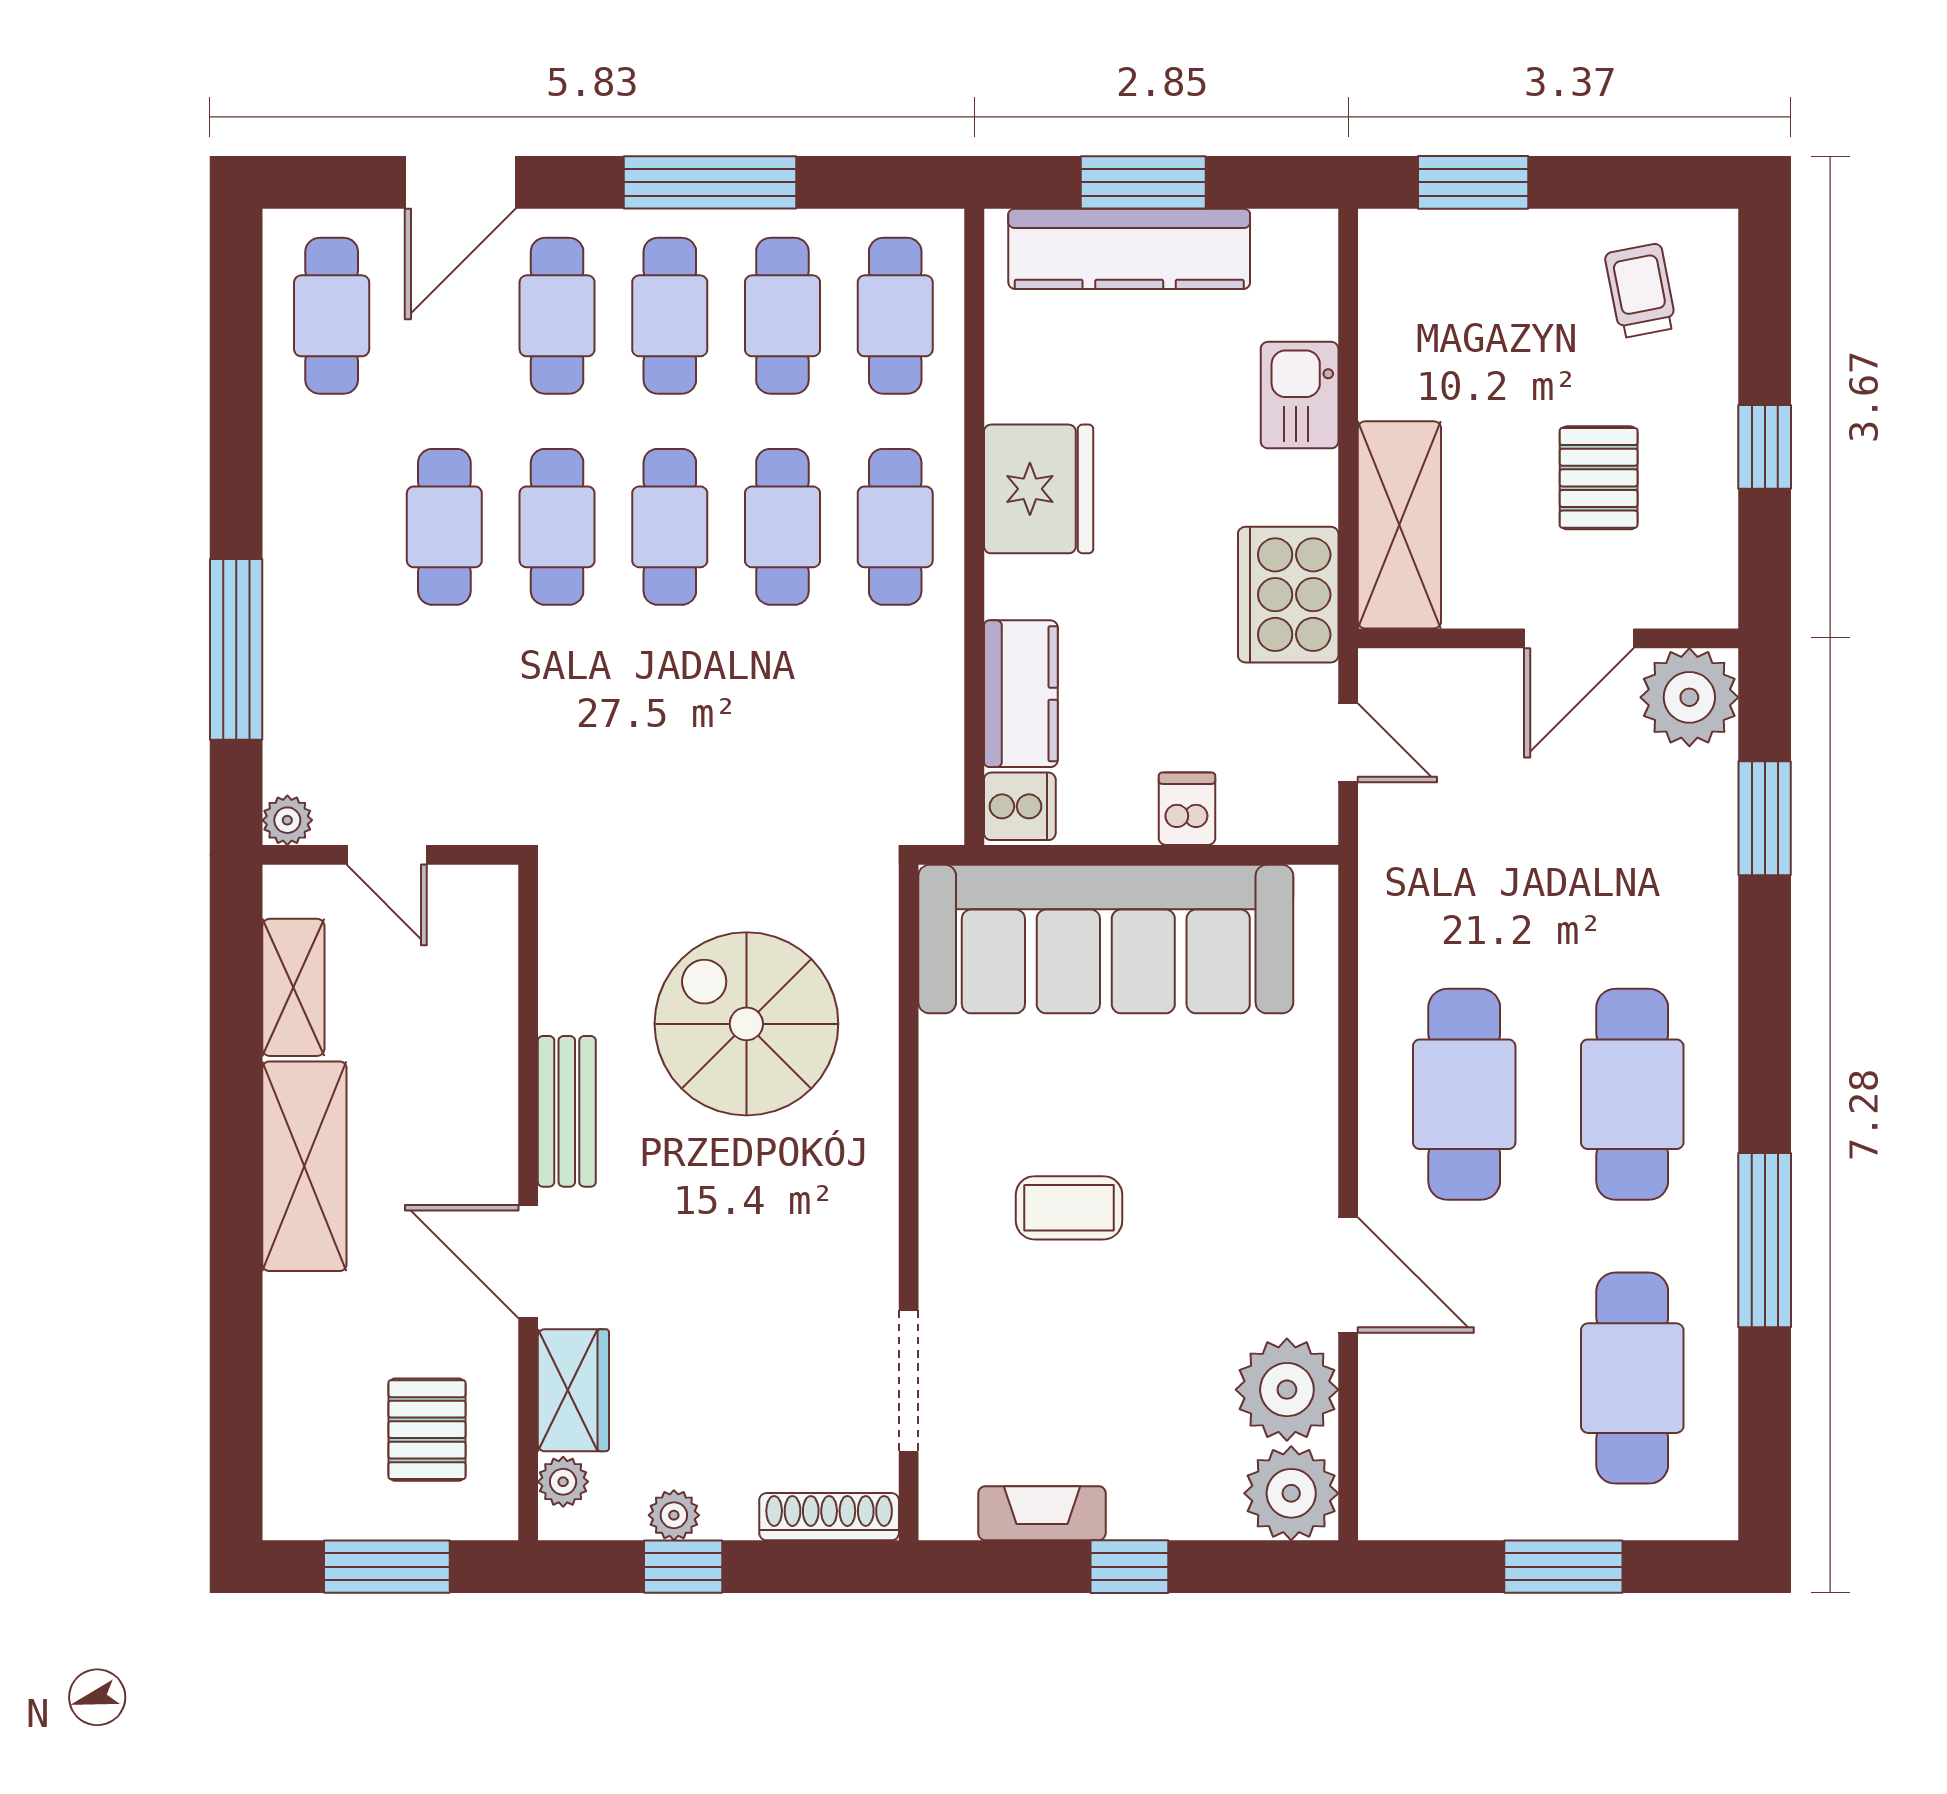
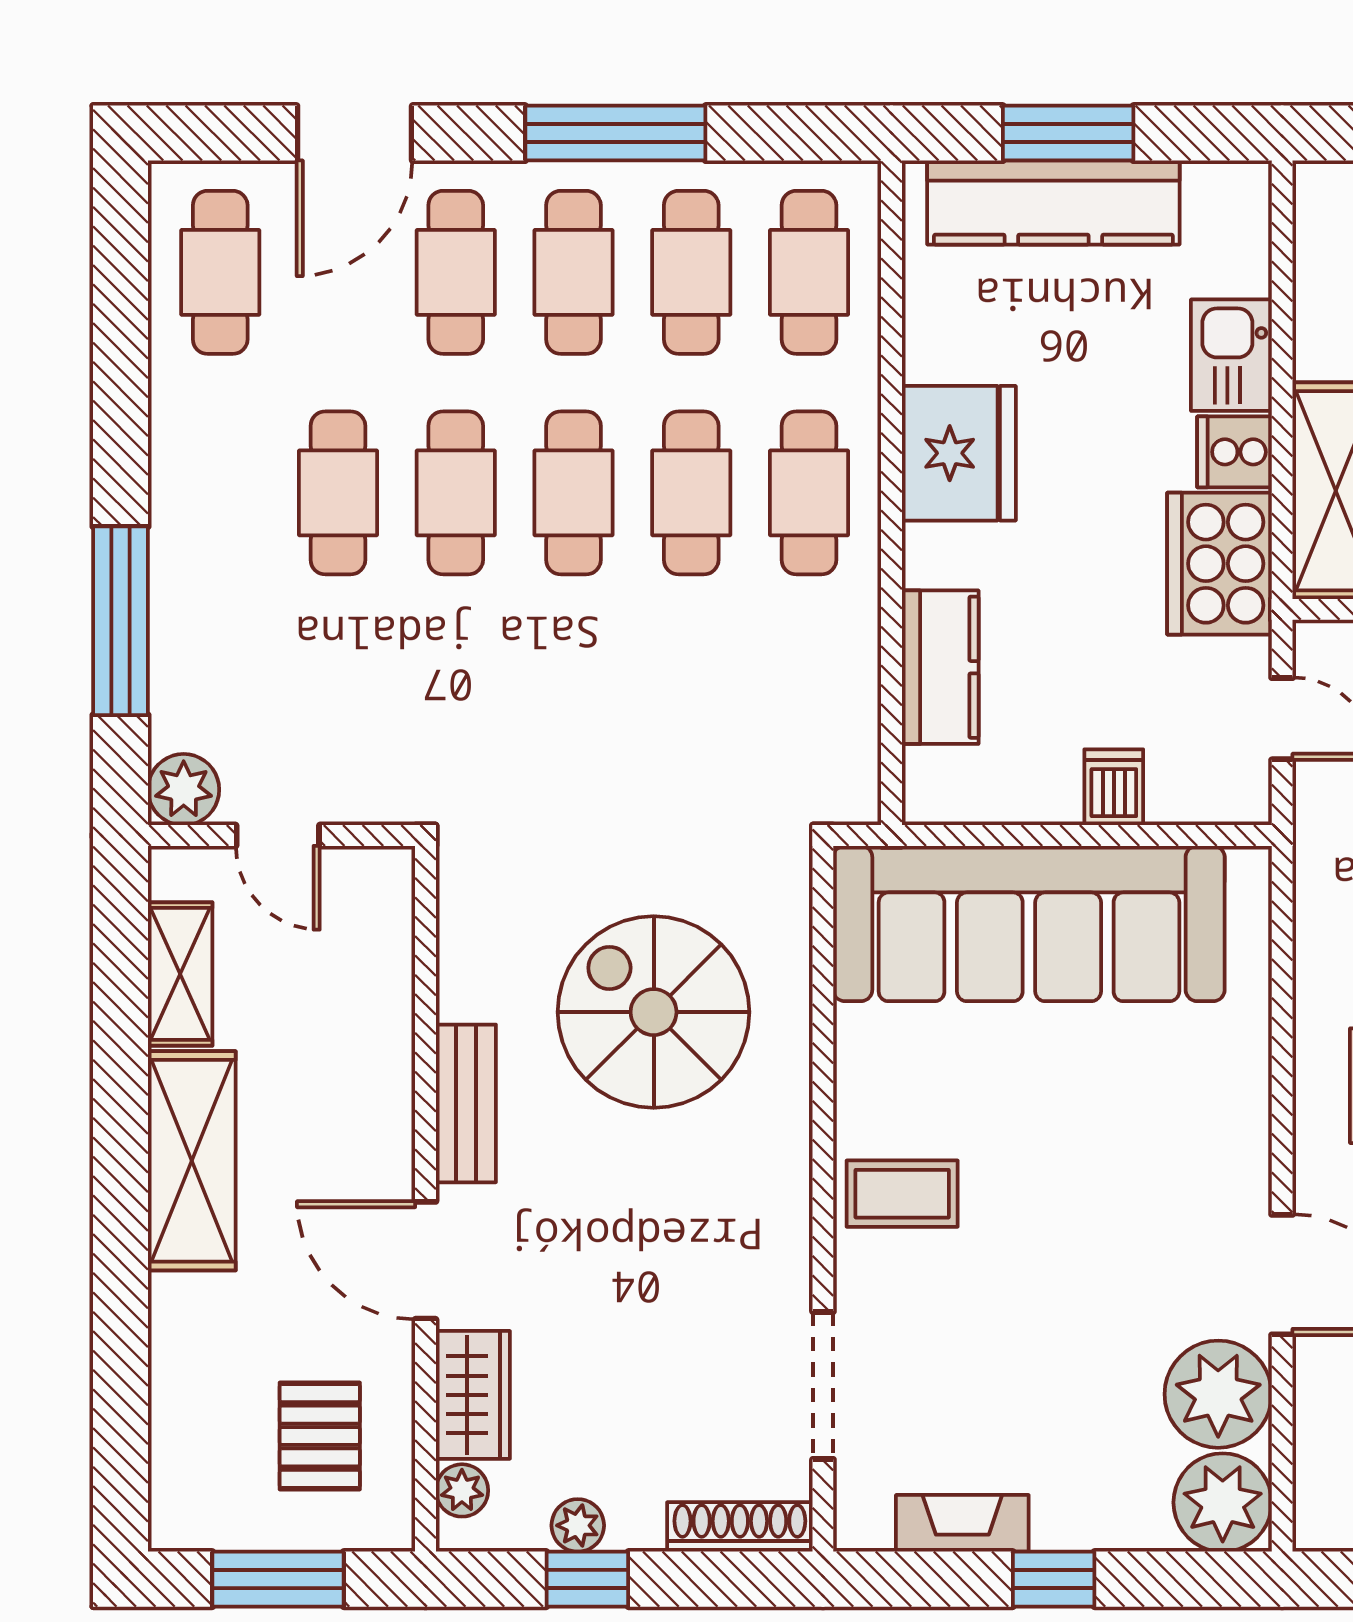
cooker: (1020, 806) -> (1235, 452), moved, turned 180
plant: (287, 820) -> (184, 790), width x1.38, depth x1.38
coffee table: (1069, 1208) -> (902, 1194), moved

